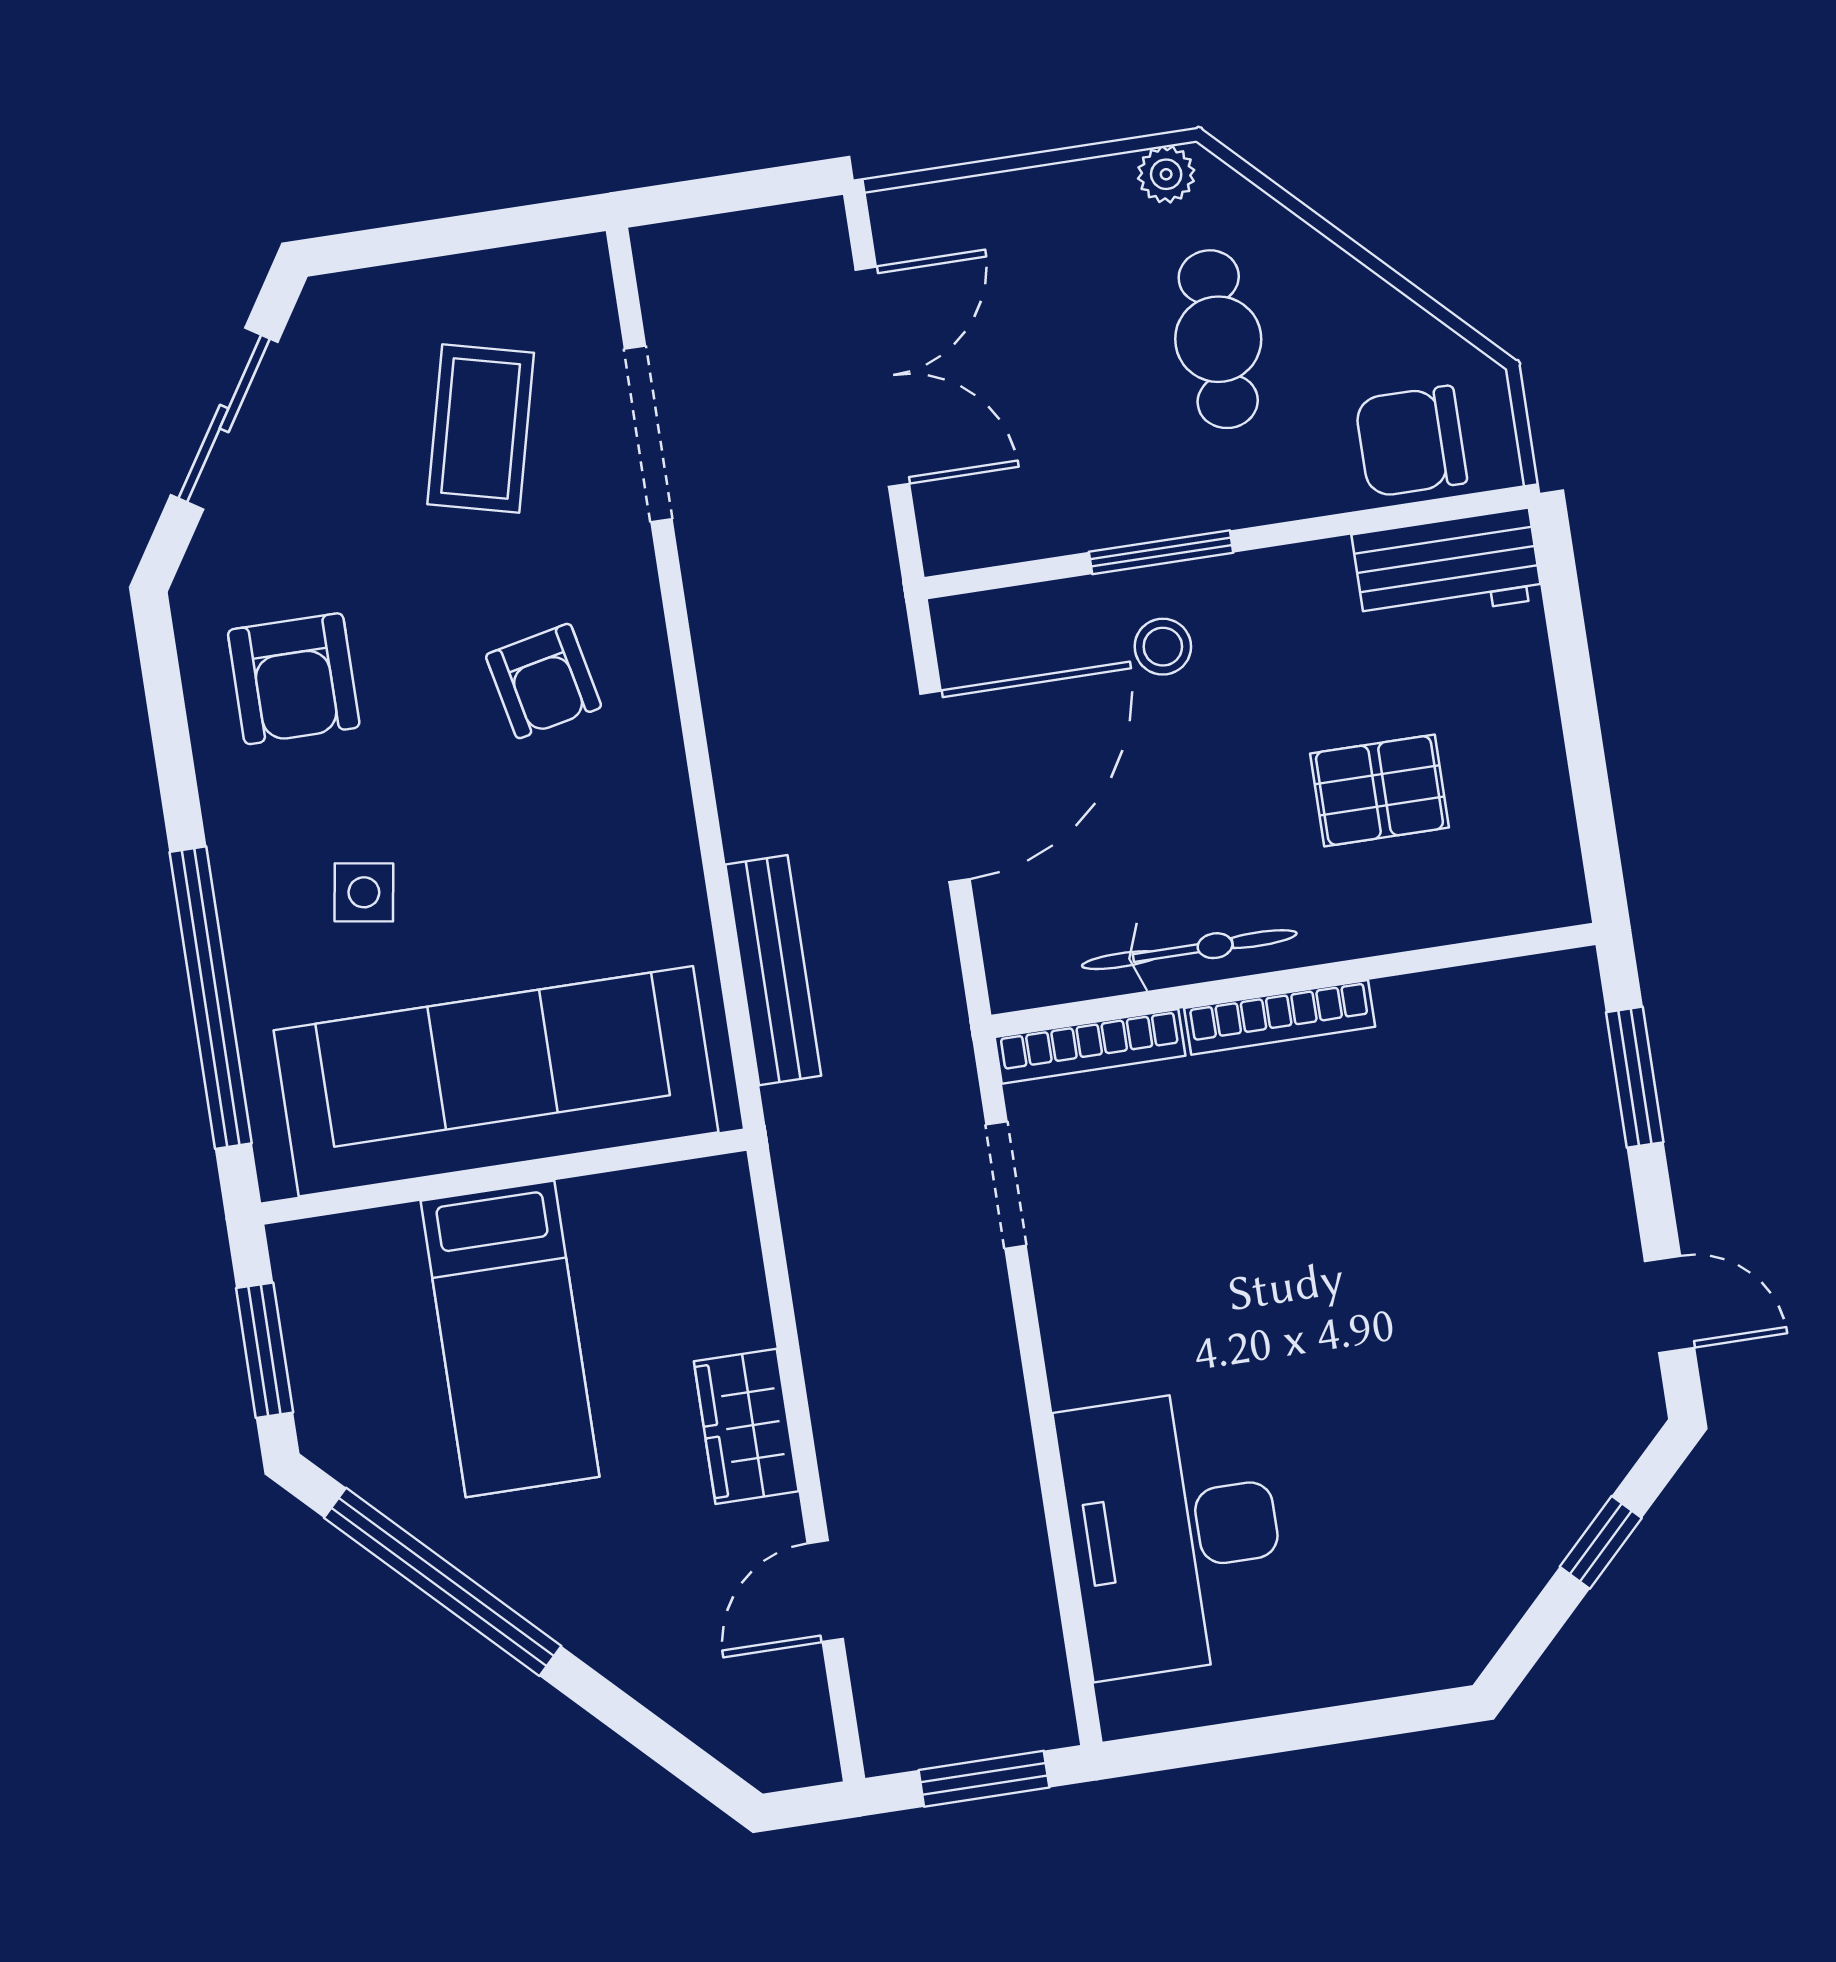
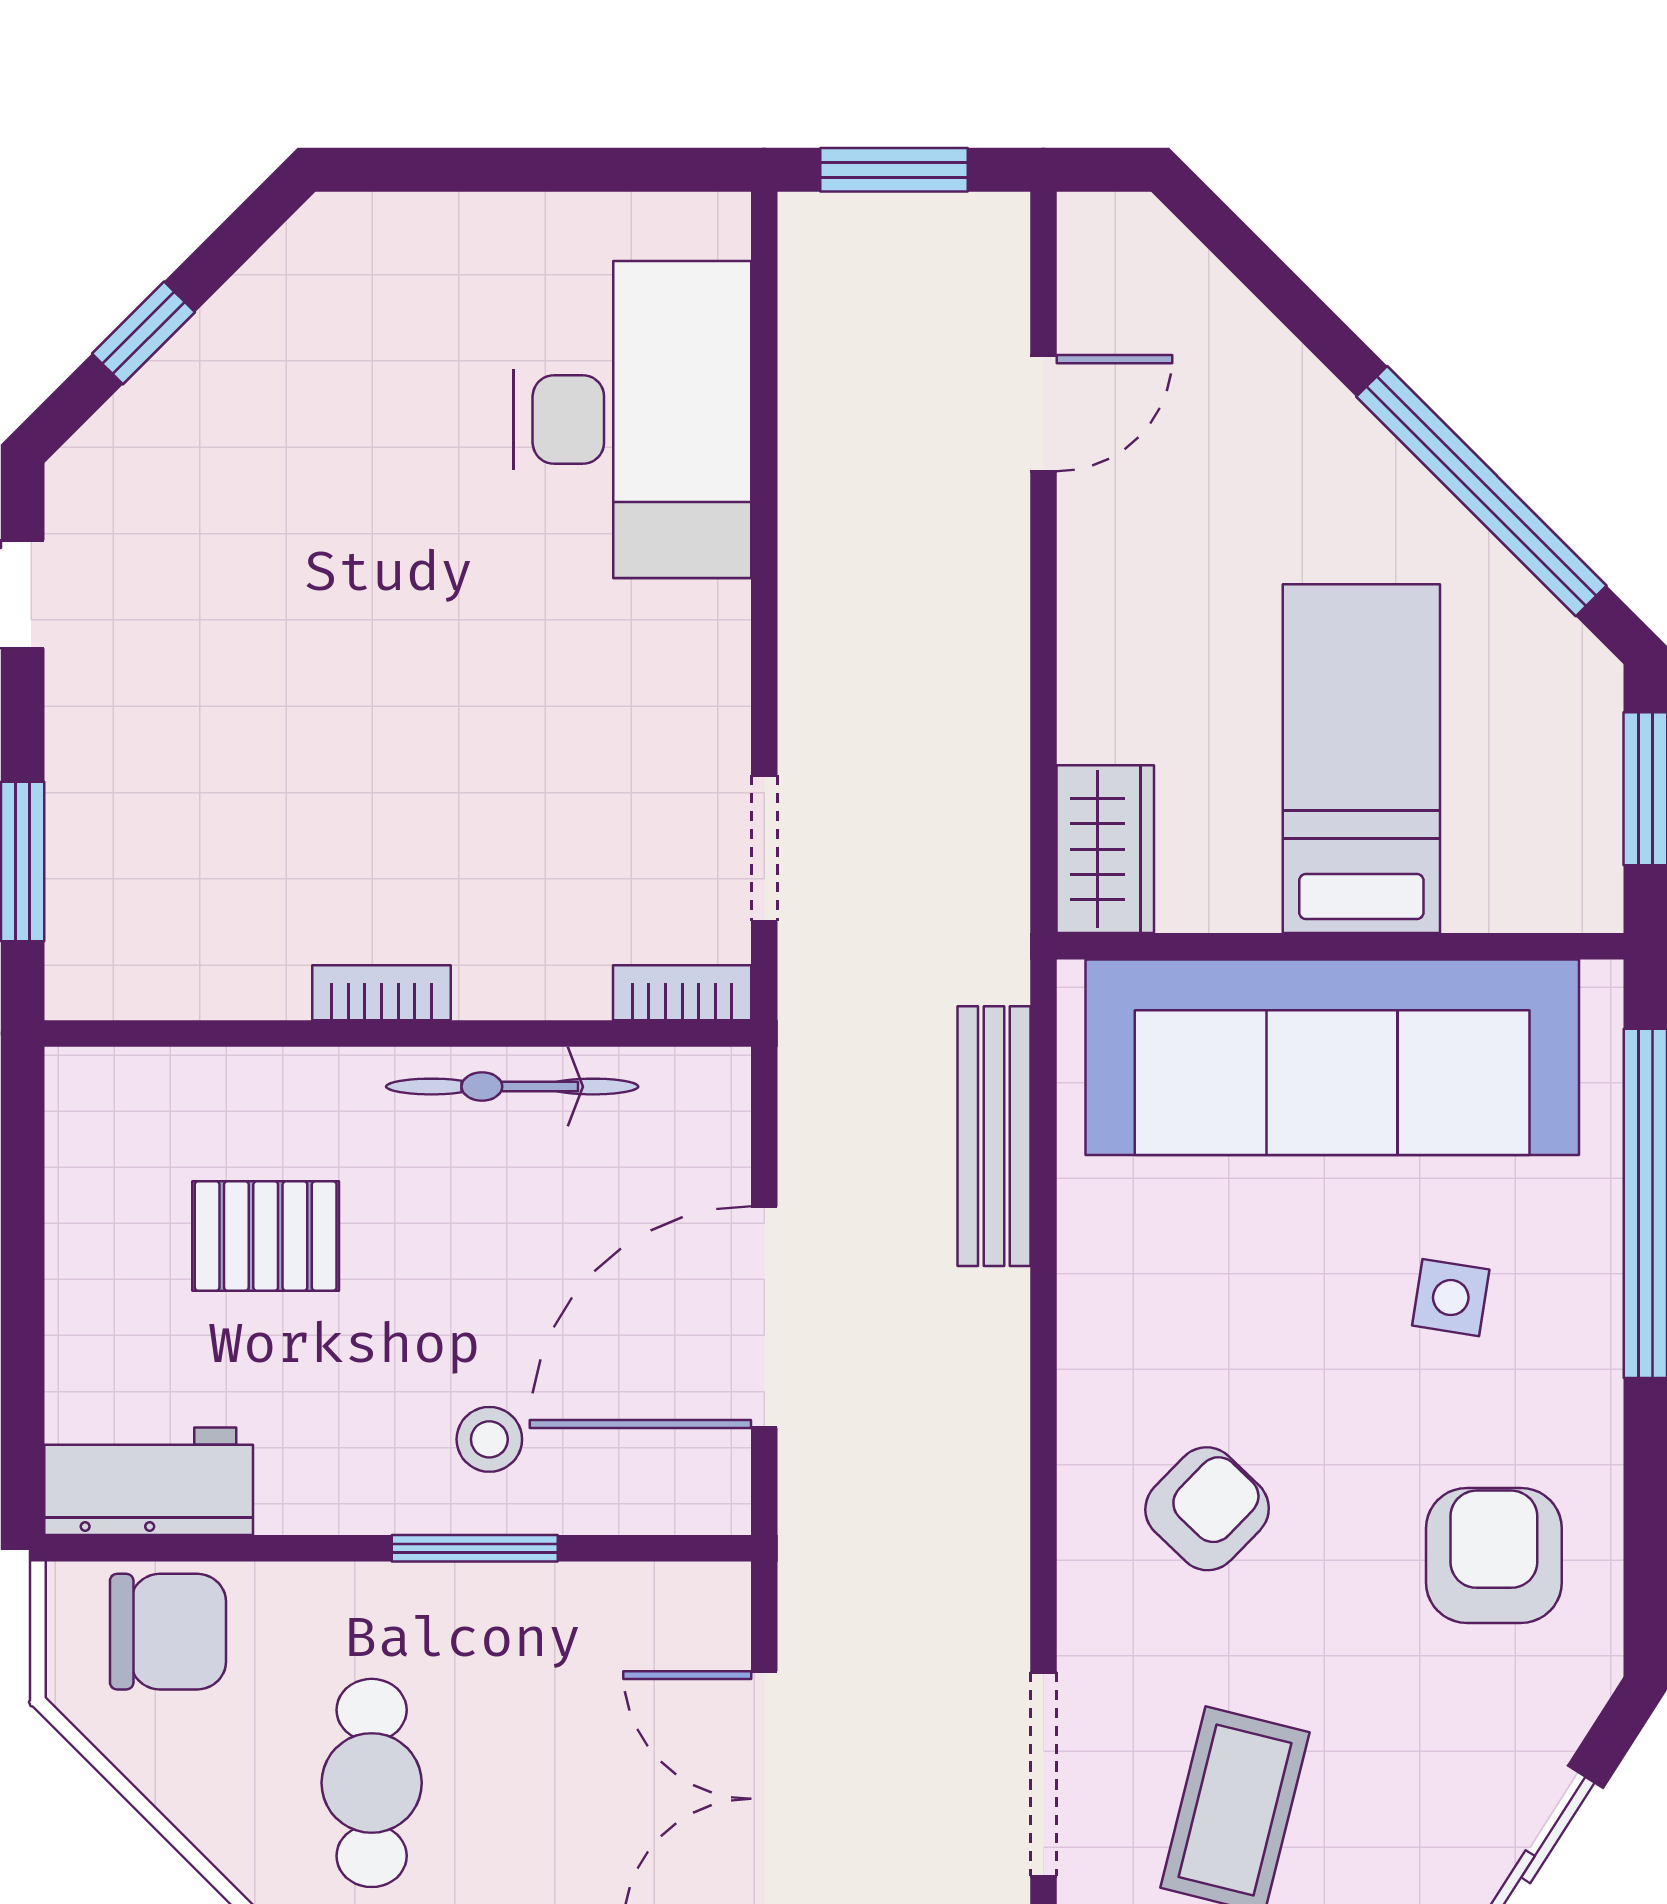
armchair: (544, 681) -> (1207, 1509), turned 56
bookcase: (1280, 1017) -> (381, 993), width x0.64
bookcase: (1090, 1046) -> (682, 993), width x0.64
wardrobe: (746, 1426) -> (1105, 849), moved

